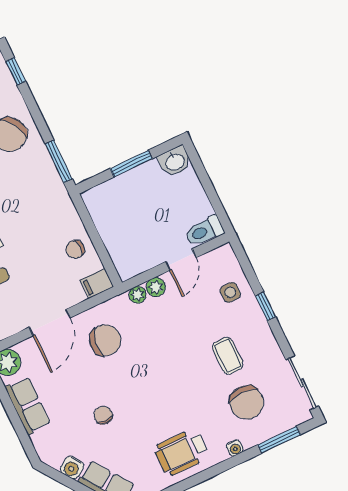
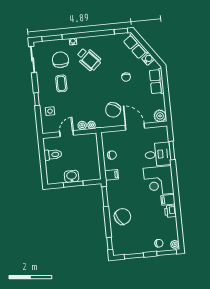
washbasin: (175, 161) -> (72, 176), moved
toilet: (204, 231) -> (53, 155), moved
filing cabinet: (97, 283) -> (111, 175), moved
door: (50, 323) -> (135, 127), hinge flipped
chair: (105, 340) -> (113, 110), turned -68
row of seats: (28, 405) -> (157, 81), moved
wheelchair: (181, 452) -> (89, 59), moved, turned 47

